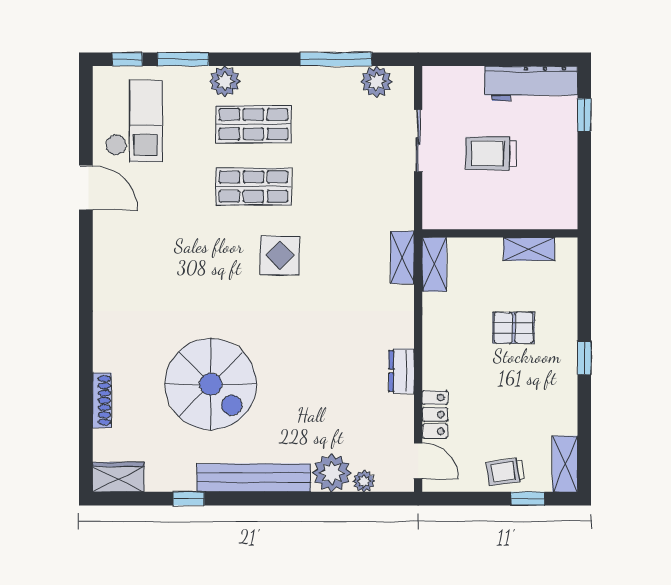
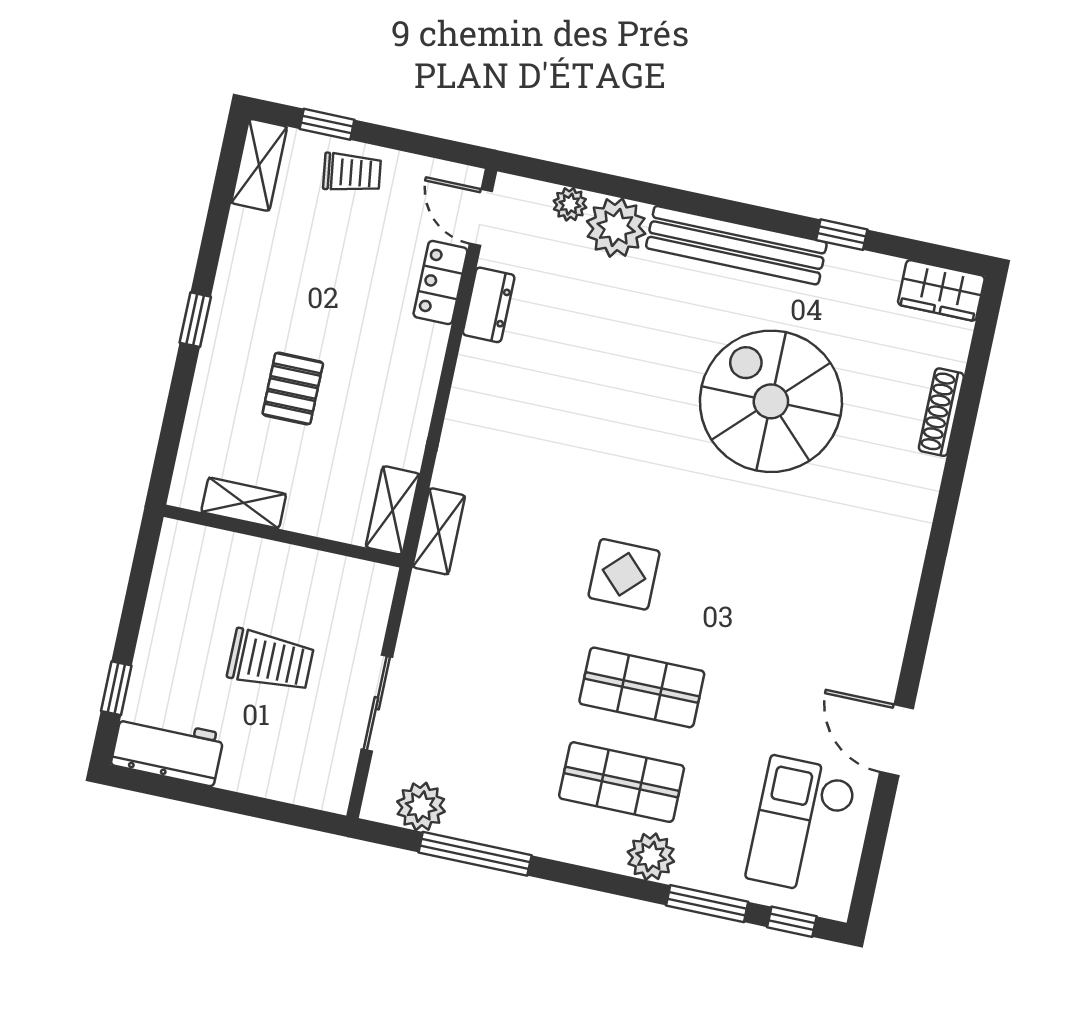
workbench: (531, 83) -> (167, 749), width x0.73
pallet: (514, 328) -> (293, 389), turned 90
dresser: (402, 371) -> (489, 305), moved

